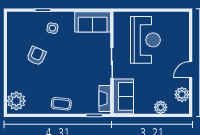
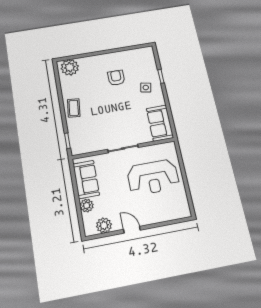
armchair: (36, 56) -> (116, 78), turned -114
sofa: (123, 96) -> (86, 179), moved, turned -90
fireplace: (105, 99) -> (86, 148), removed

